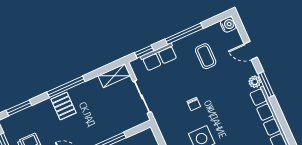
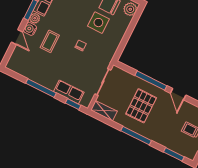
water cooler: (228, 25) -> (30, 29), moved
coffee table: (206, 56) -> (50, 41), moved
pallet: (63, 106) -> (141, 106), moved, width x1.50, depth x1.42

